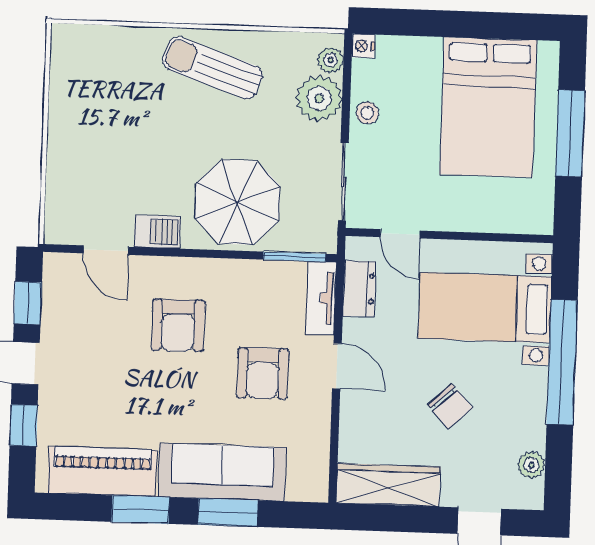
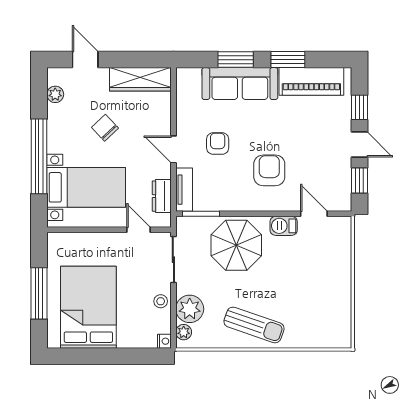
armchair: (263, 373) -> (218, 144), width x0.72, depth x0.72

